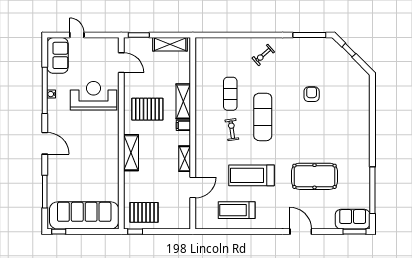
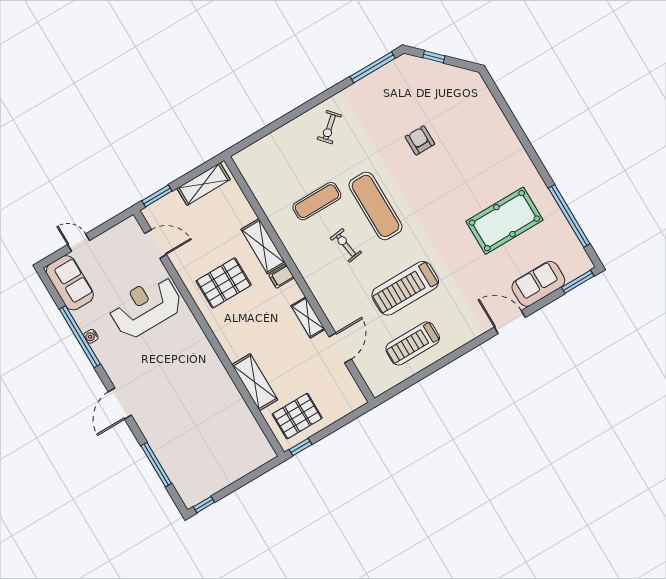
exercise mat: (230, 94) -> (317, 201), turned 90
door: (45, 143) -> (120, 404), swing flipped
shelving: (131, 153) -> (255, 382), moved
pool table: (315, 176) -> (504, 221), moved
sofa: (84, 215) -> (224, 465), removed
sofa: (353, 219) -> (538, 284), moved

